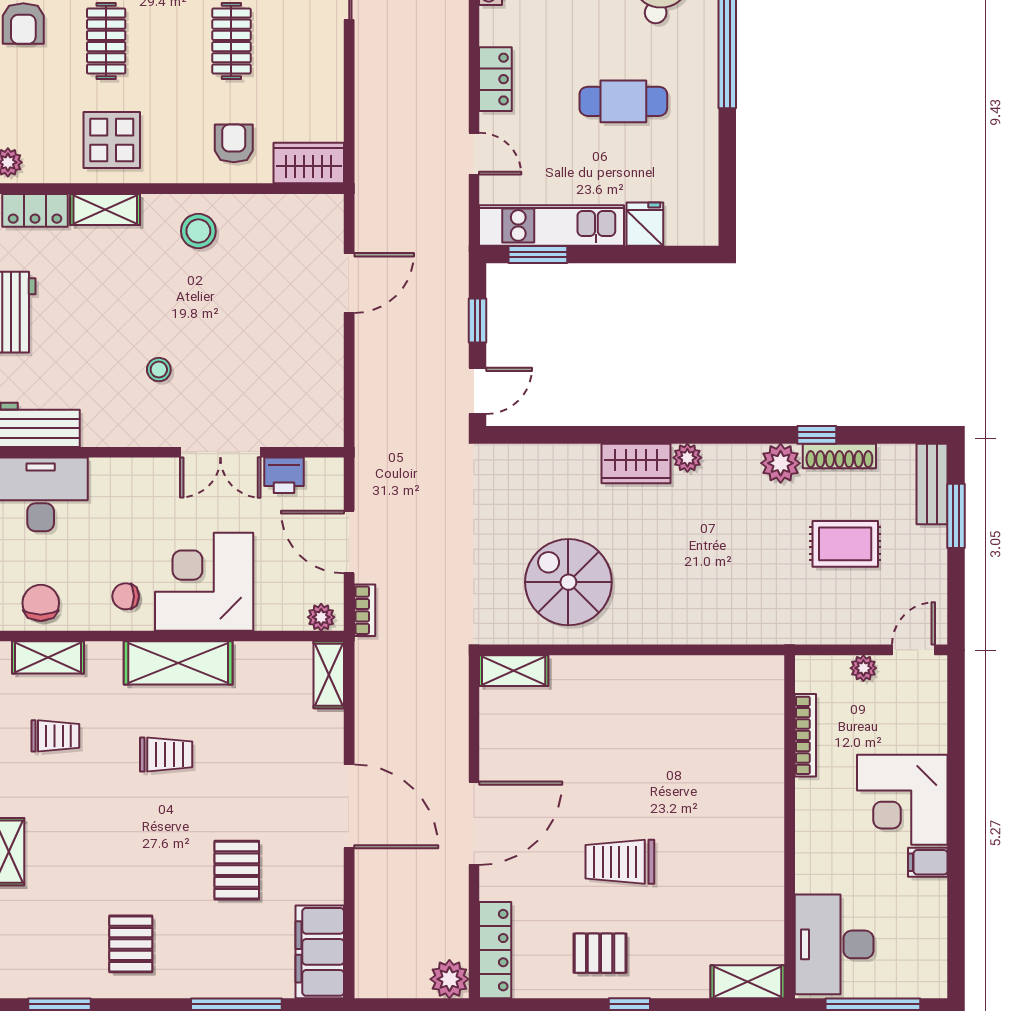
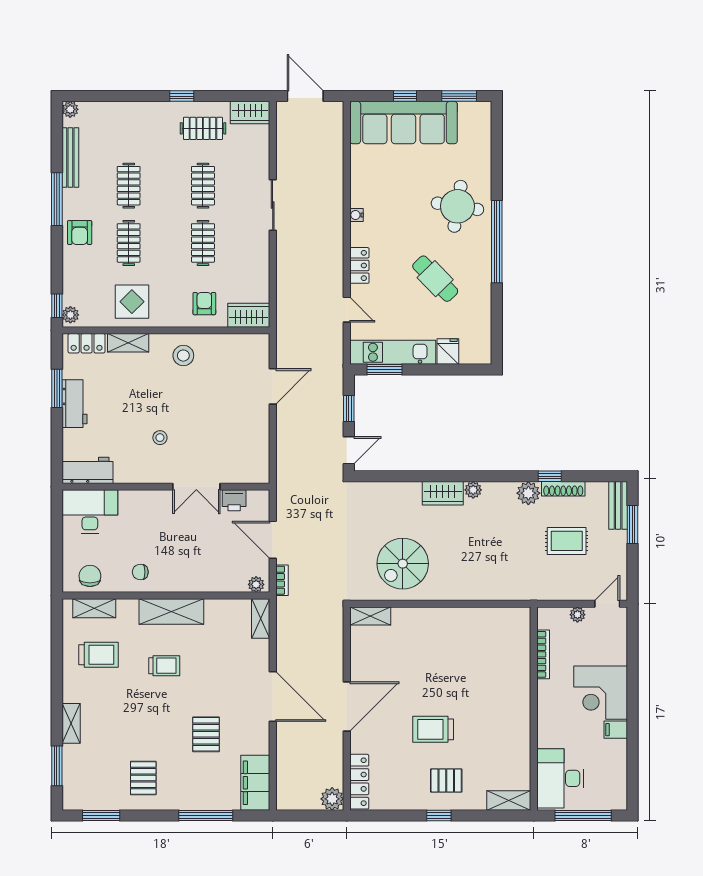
cafe table: (623, 101) -> (435, 279), turned 46
corner desk: (204, 582) -> (187, 563), removed
spiral stairs: (568, 582) -> (403, 564), turned -90
trolley: (55, 736) -> (99, 655), width x1.36, depth x1.39
pallet: (600, 953) -> (446, 780), moved

